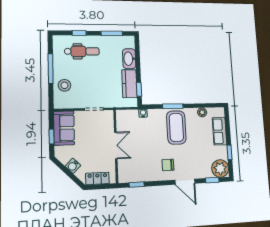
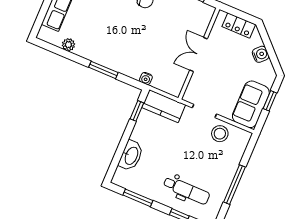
dental chair: (82, 51) -> (186, 190), turned 180
kitchen counter: (129, 84) -> (164, 106), moved, turned 90
stool: (64, 85) -> (220, 134), moved
coffee table: (176, 127) -> (112, 41), removed

